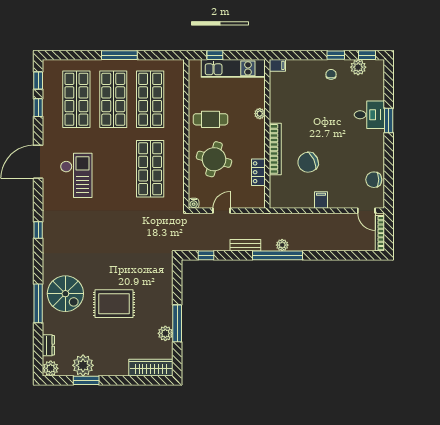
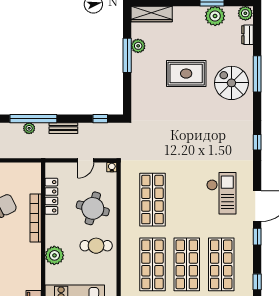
window: (38, 108) -> (257, 237), moved
plant: (260, 114) -> (54, 255), width x1.88, depth x1.88
locker: (258, 172) -> (51, 196), width x1.53
checkout: (76, 175) -> (221, 193), turned 180

